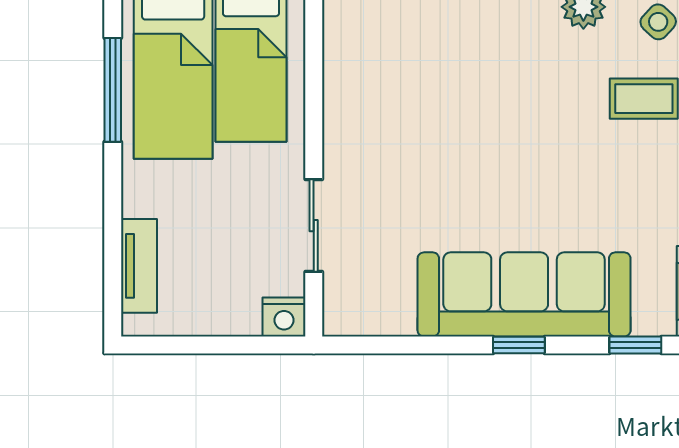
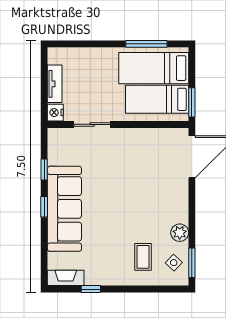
tv unit: (139, 266) -> (55, 84), moved, turned -90
window: (635, 345) -> (44, 170), moved

